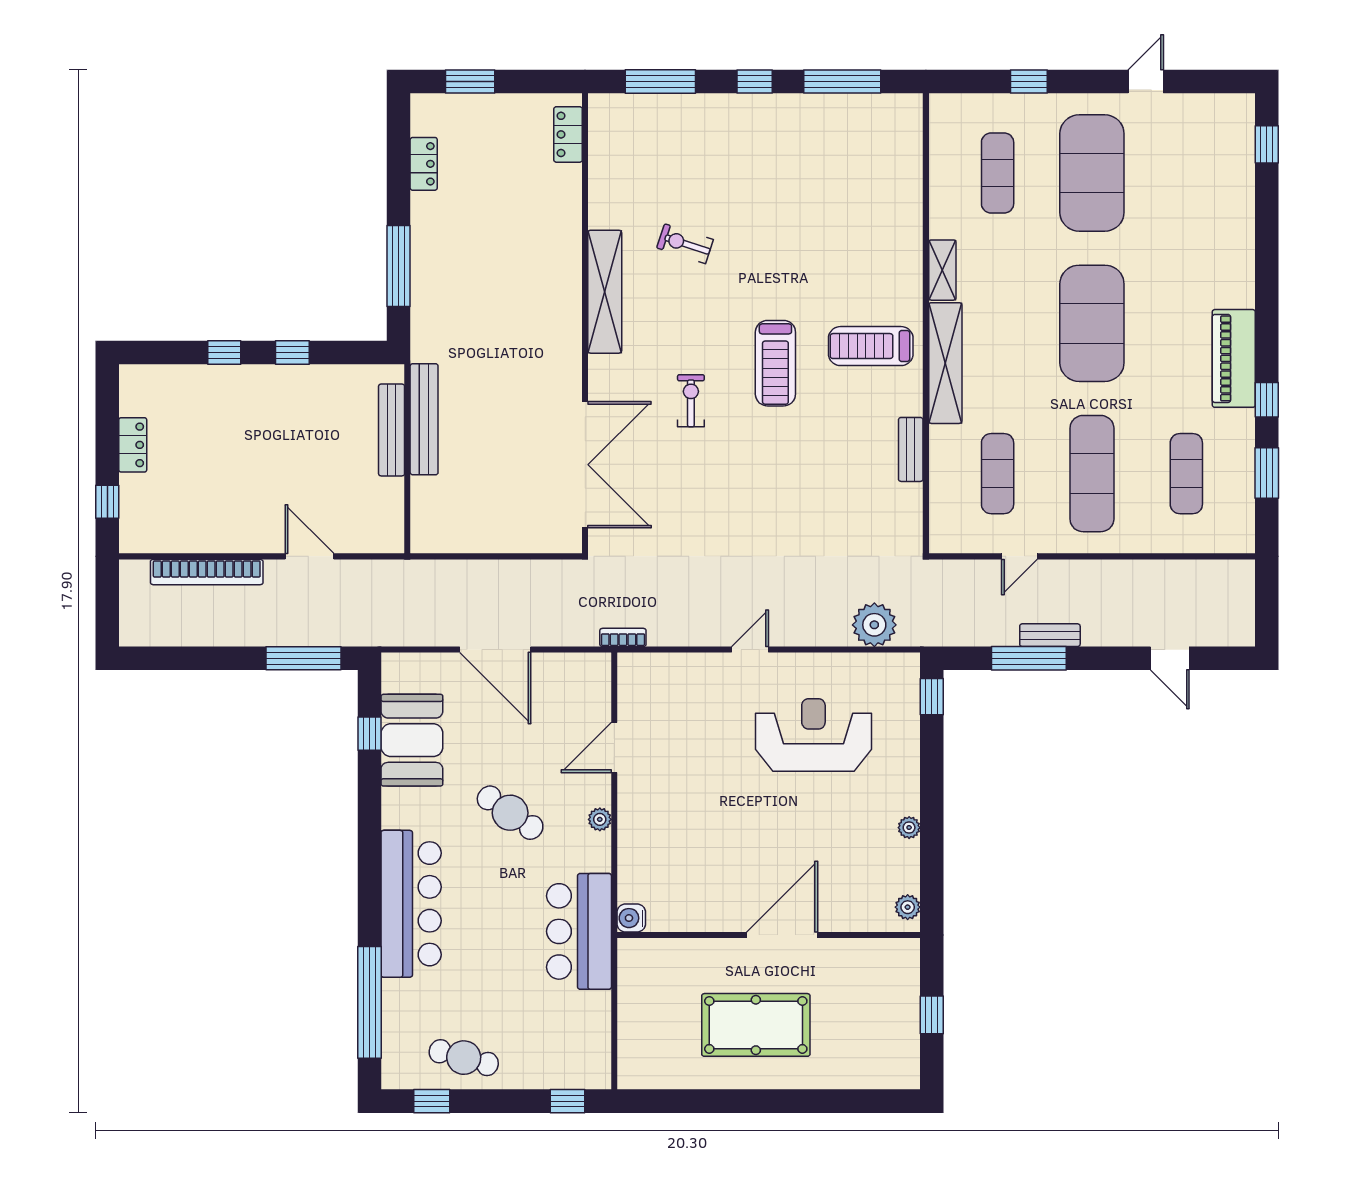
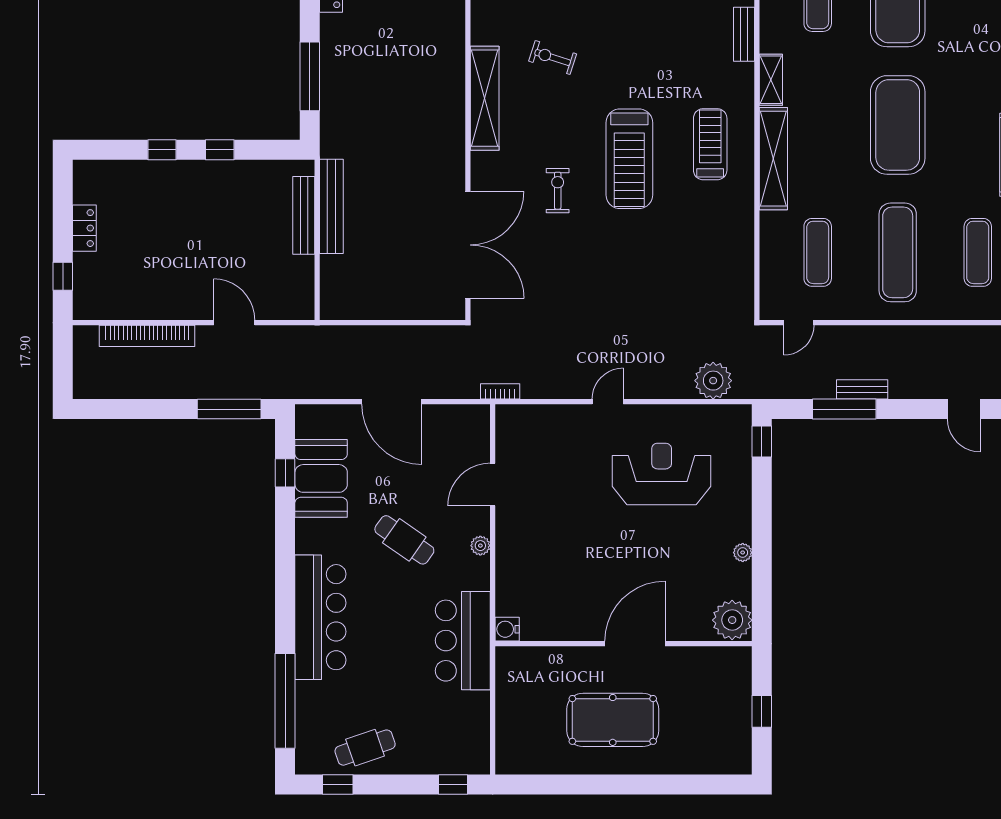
treadmill: (871, 346) -> (710, 144), turned 90
treadmill: (775, 363) -> (629, 159), width x1.37, depth x1.38
bench: (911, 449) -> (744, 34), moved
door: (1019, 556) -> (799, 323), moved
plant: (908, 907) -> (732, 620), width x1.88, depth x1.88
cafe table: (464, 1058) -> (365, 748), turned -34

